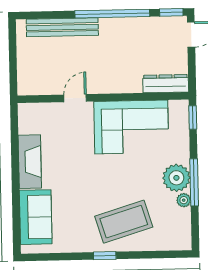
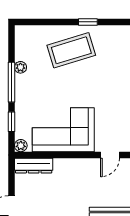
window: (193, 117) -> (11, 122), moved
plant: (176, 178) -> (21, 146), moved, width x0.53, depth x0.53

